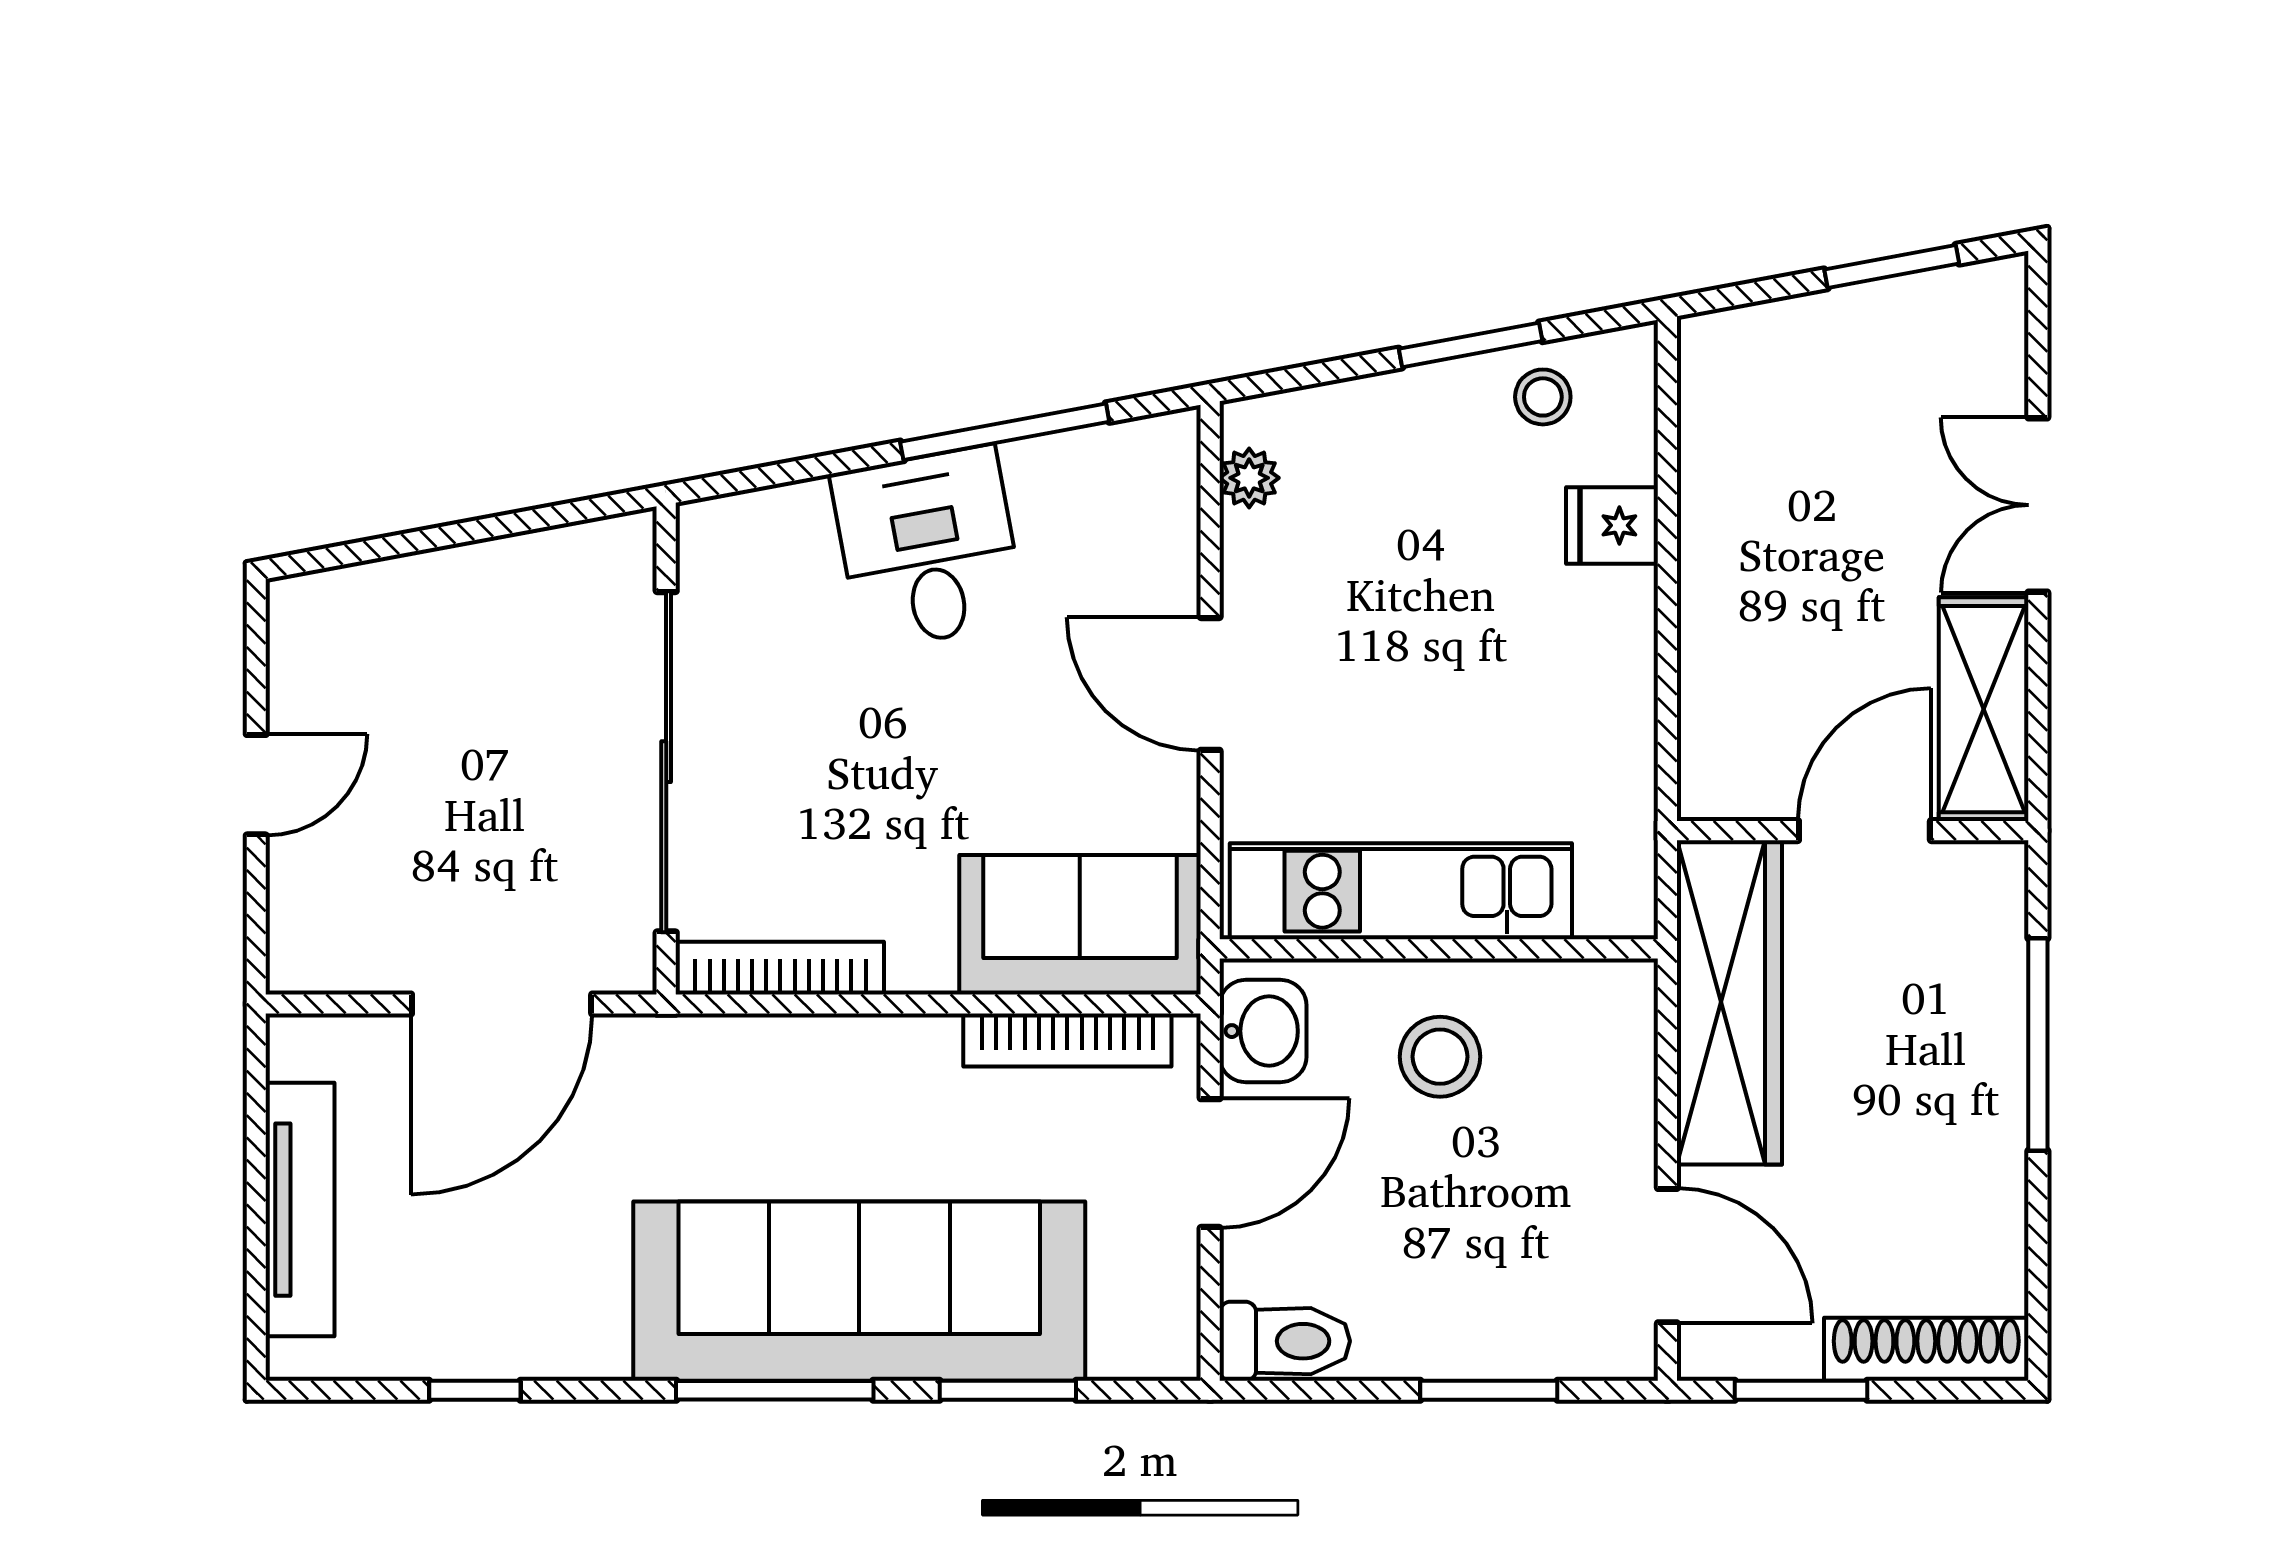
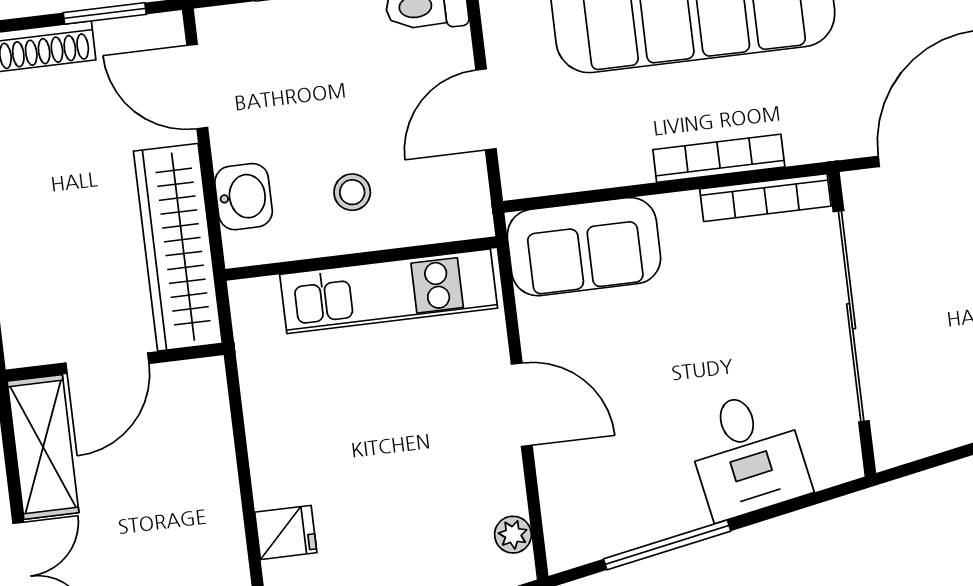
desk: (928, 548) -> (747, 454), moved
washbasin: (1263, 1031) -> (244, 197), moved, turned 180
bookcase: (1067, 1040) -> (719, 158), moved
stool: (1440, 1057) -> (352, 192), width x0.73, depth x0.73

